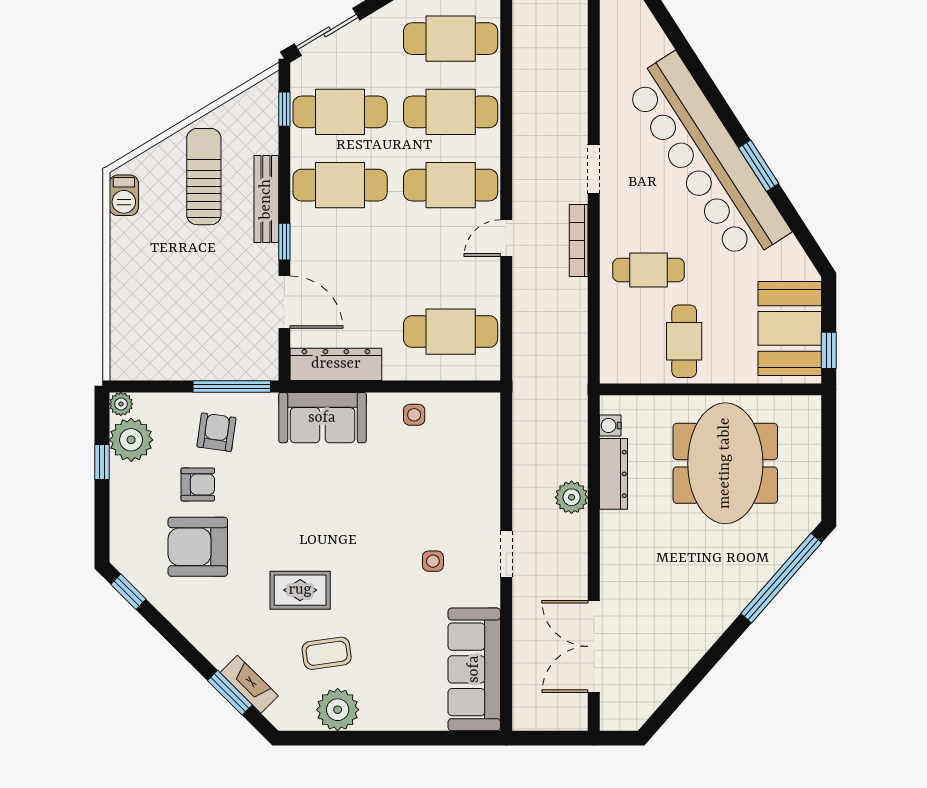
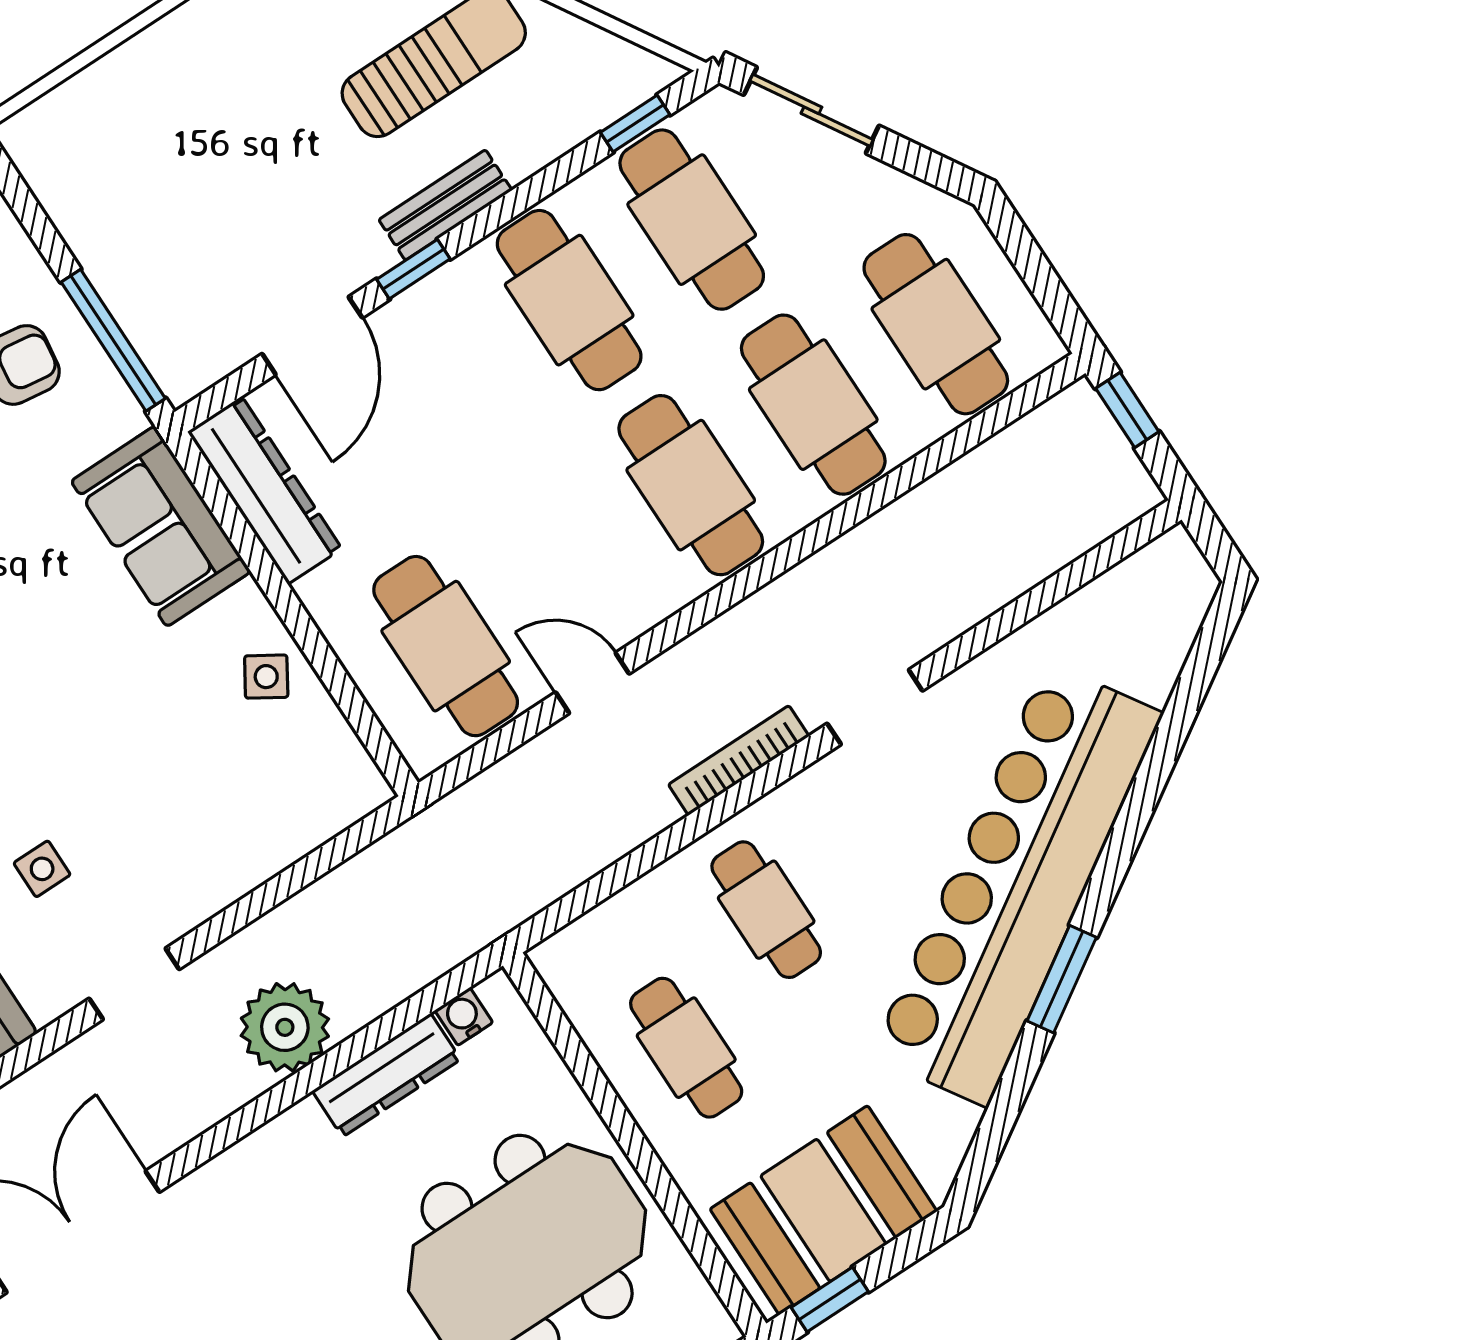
bench: (266, 199) -> (445, 205), width x0.73
door: (506, 238) -> (592, 683), moved
cafe table: (684, 341) -> (686, 1048), turned 90
side table: (414, 415) -> (266, 677), turned 32
plant: (572, 497) -> (285, 1027), width x1.36, depth x1.36

